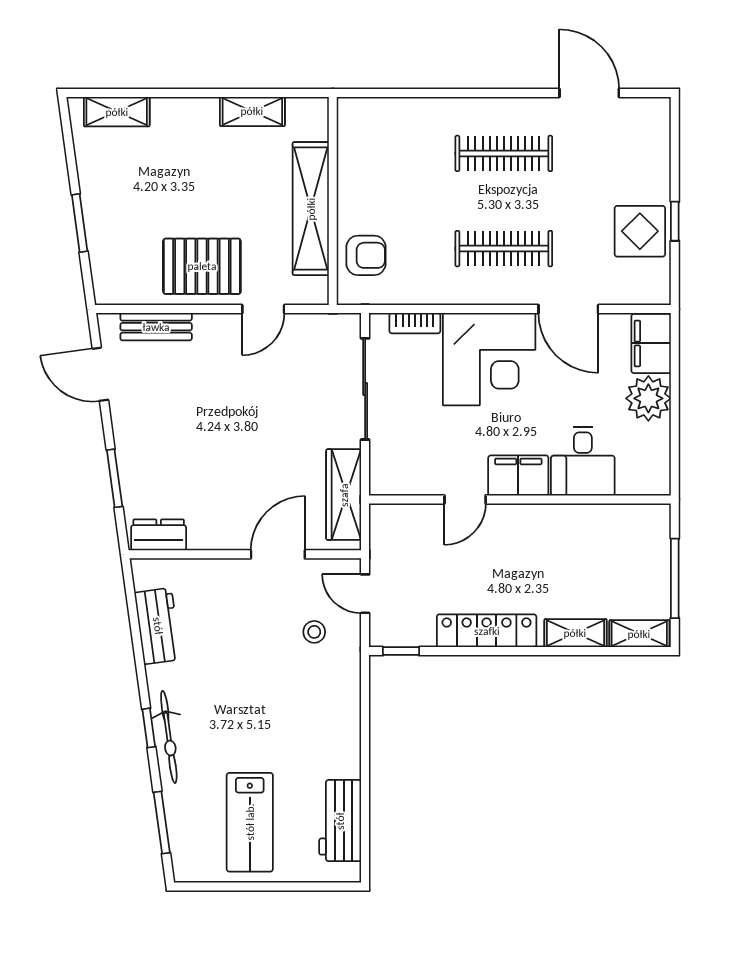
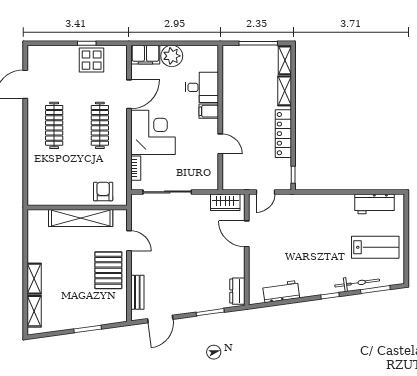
shelving: (252, 111) -> (34, 279), moved
filing cabinet: (518, 476) -> (209, 111), width x0.50
wardrobe: (344, 495) -> (225, 202), width x0.67
stool: (314, 632) -> (284, 216), removed
bicycle: (169, 737) -> (357, 283), moved

